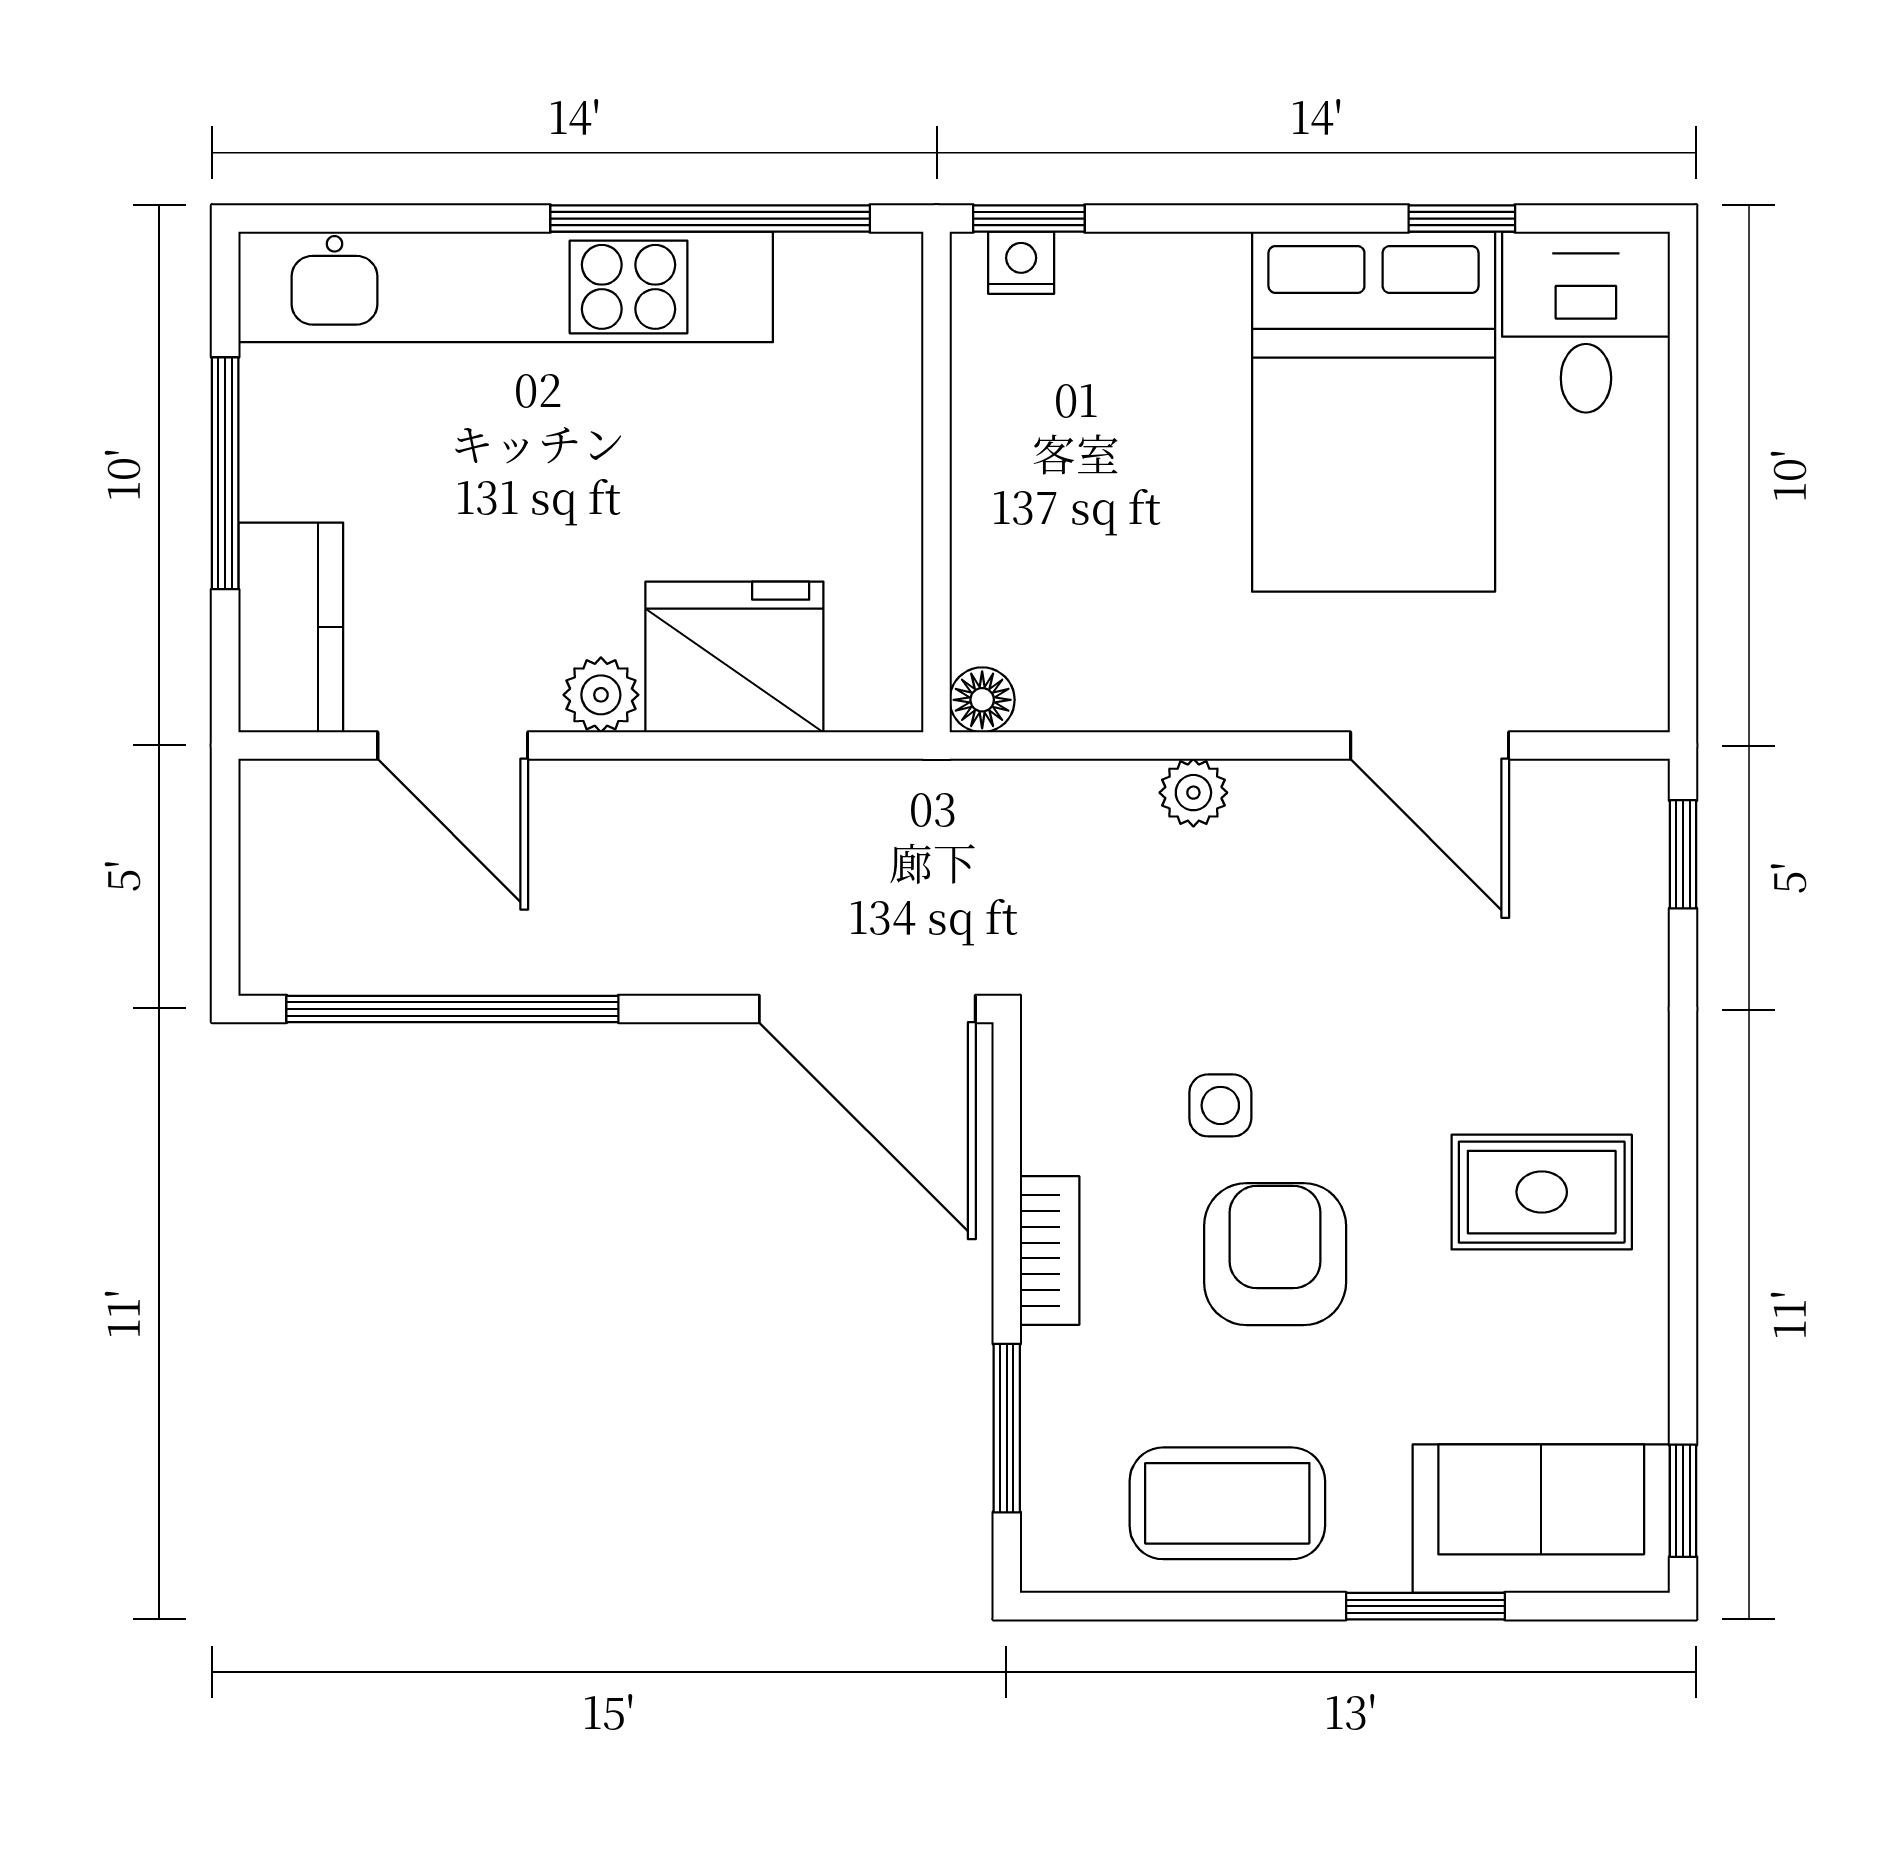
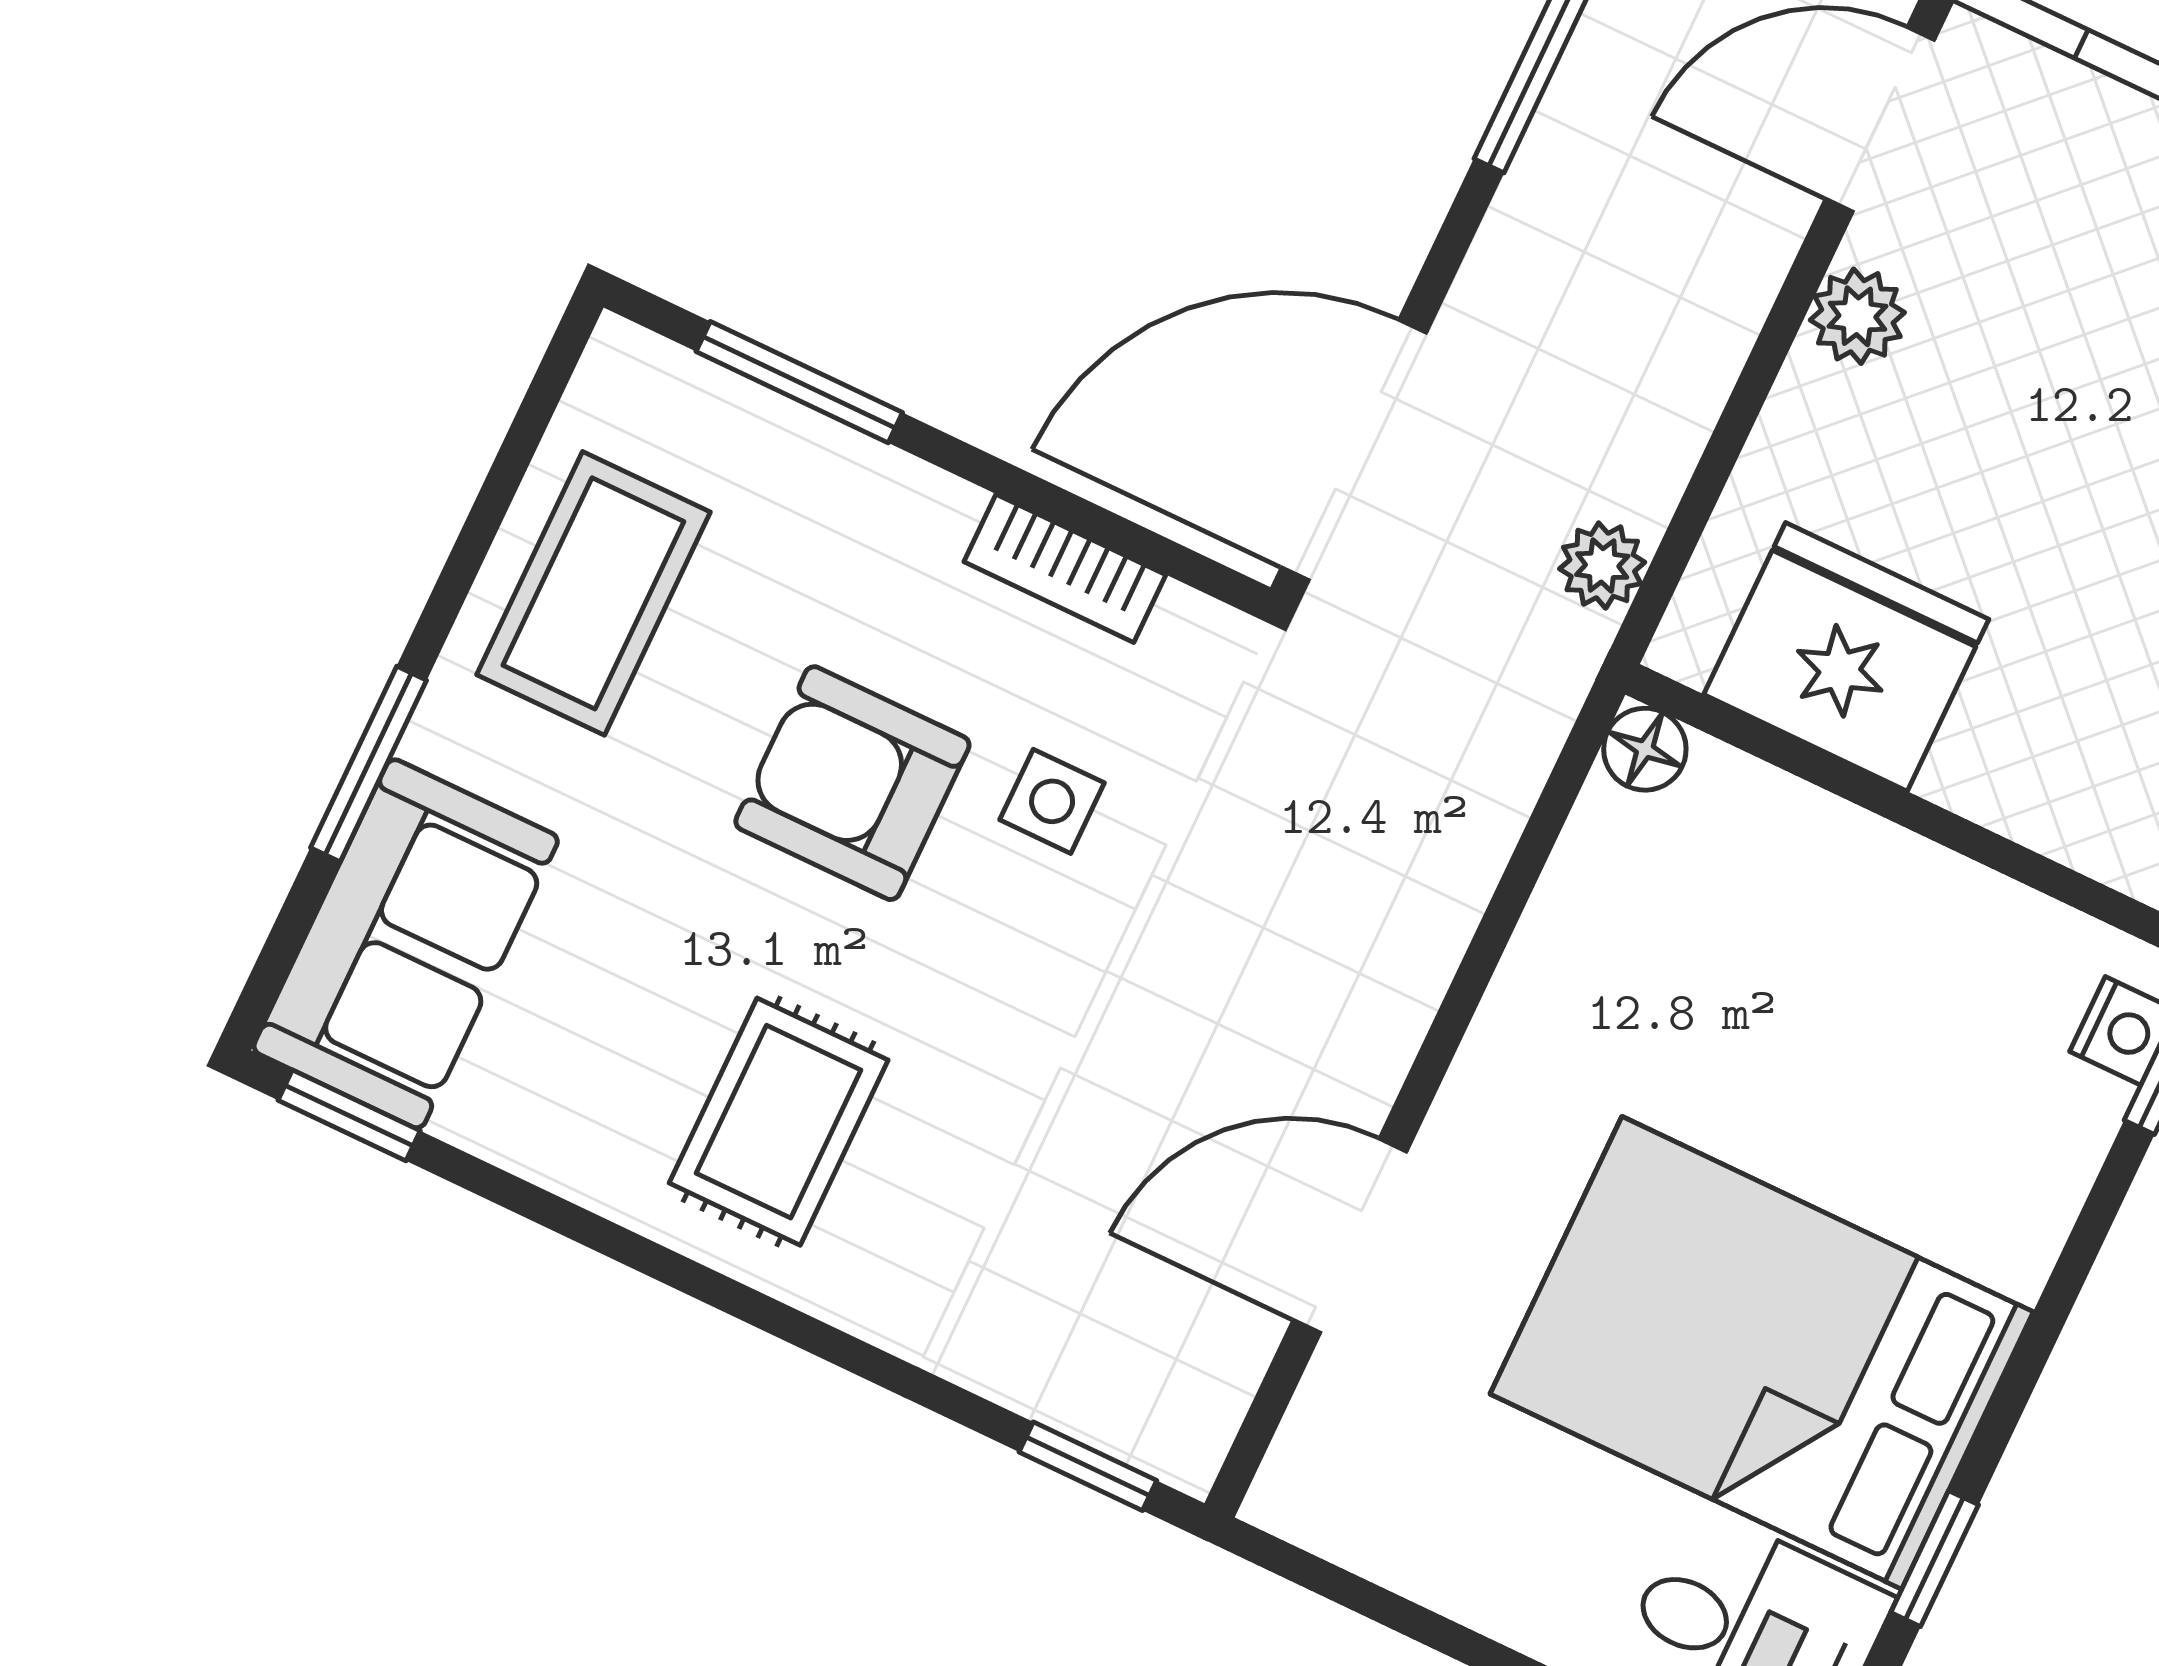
fridge: (734, 657) -> (1846, 657), moved, turned -90
plant: (1193, 793) -> (1602, 565), moved
bookcase: (1050, 1251) -> (1065, 568), moved
armchair: (1275, 1254) -> (852, 783), turned 180

